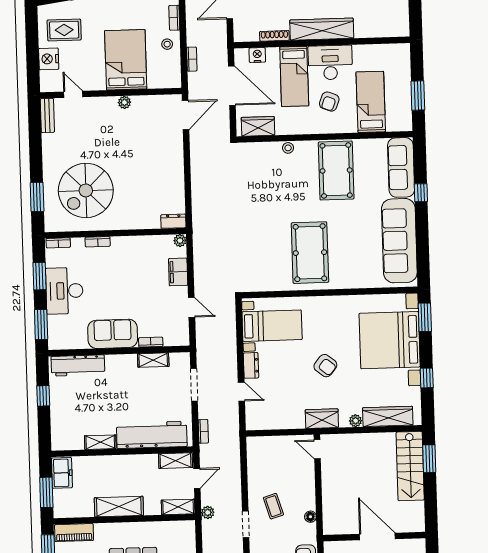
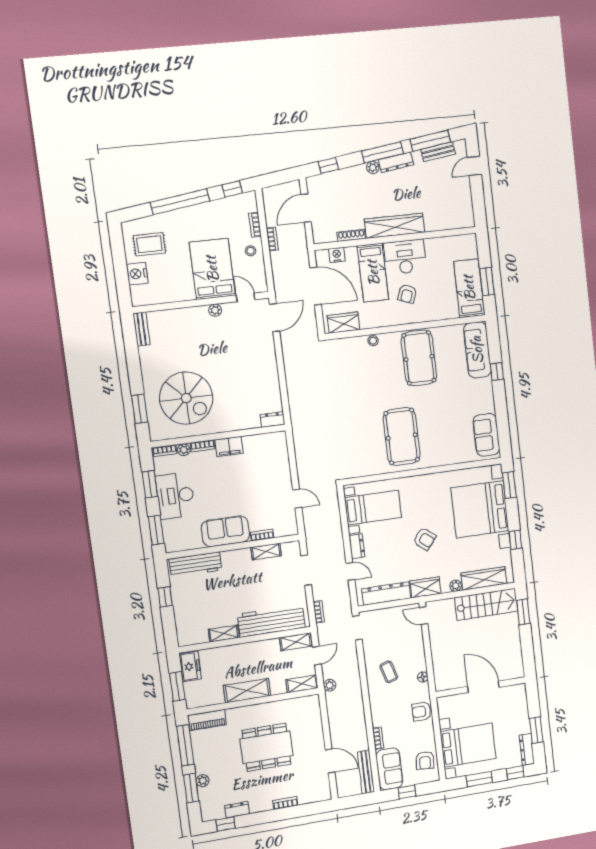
bookcase: (192, 59) -> (272, 239), moved
door: (73, 94) -> (246, 297), moved
bed: (371, 102) -> (469, 288), moved
spiral stairs: (86, 190) -> (186, 398), turned -90
plant: (180, 241) -> (184, 450), moved
sofa: (399, 241) -> (486, 435), width x0.54, depth x0.79
filing cabinet: (178, 272) -> (229, 447), moved, turned -90
dresser: (278, 420) -> (386, 593), added
stairs: (410, 466) -> (486, 604), moved, turned -90
doorway: (246, 524) -> (357, 628), moved

